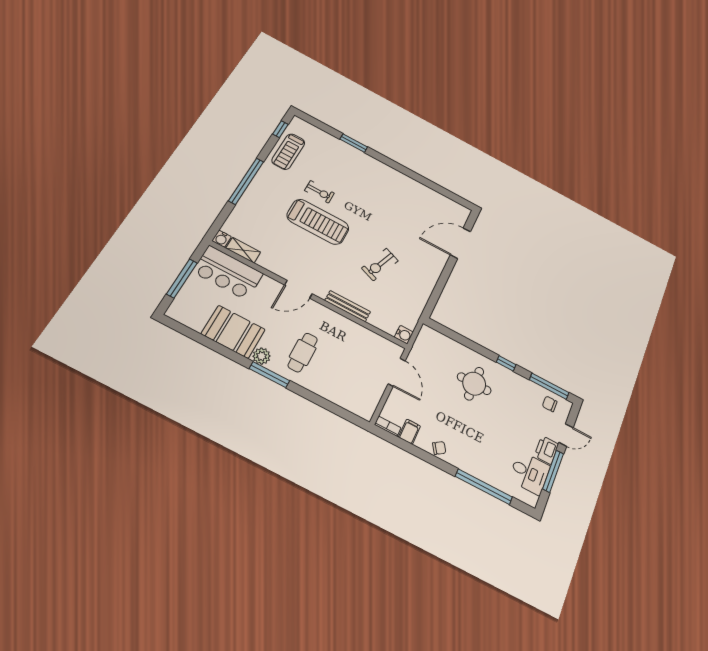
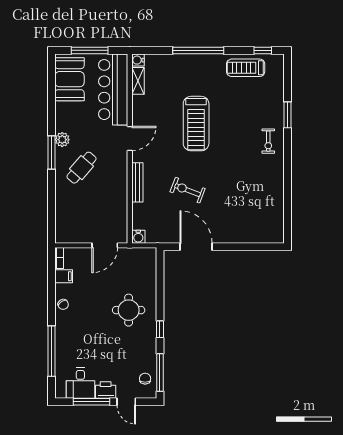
exercise bike: (319, 192) -> (268, 141), moved
door: (460, 243) -> (196, 247), moved
bar counter: (228, 273) -> (113, 90), width x1.36
door: (298, 289) -> (130, 138), swing flipped
booth: (233, 332) -> (70, 79), moved
cafe table: (303, 352) -> (81, 168), turned -49

